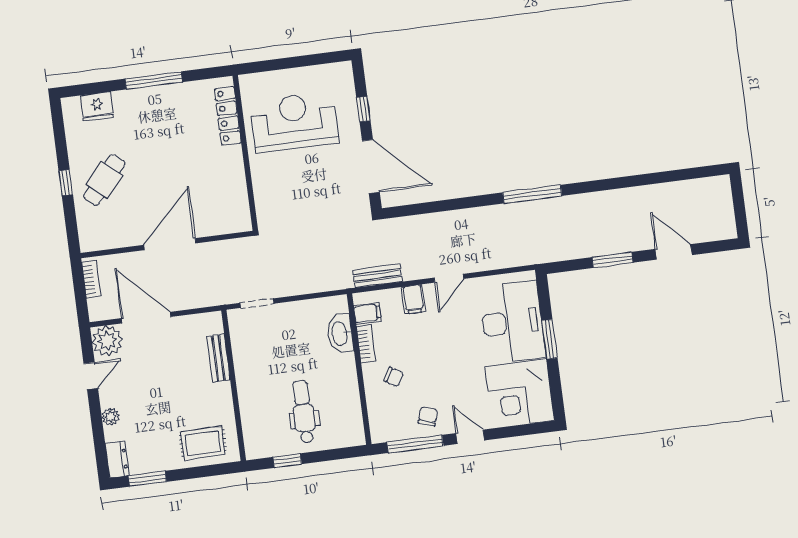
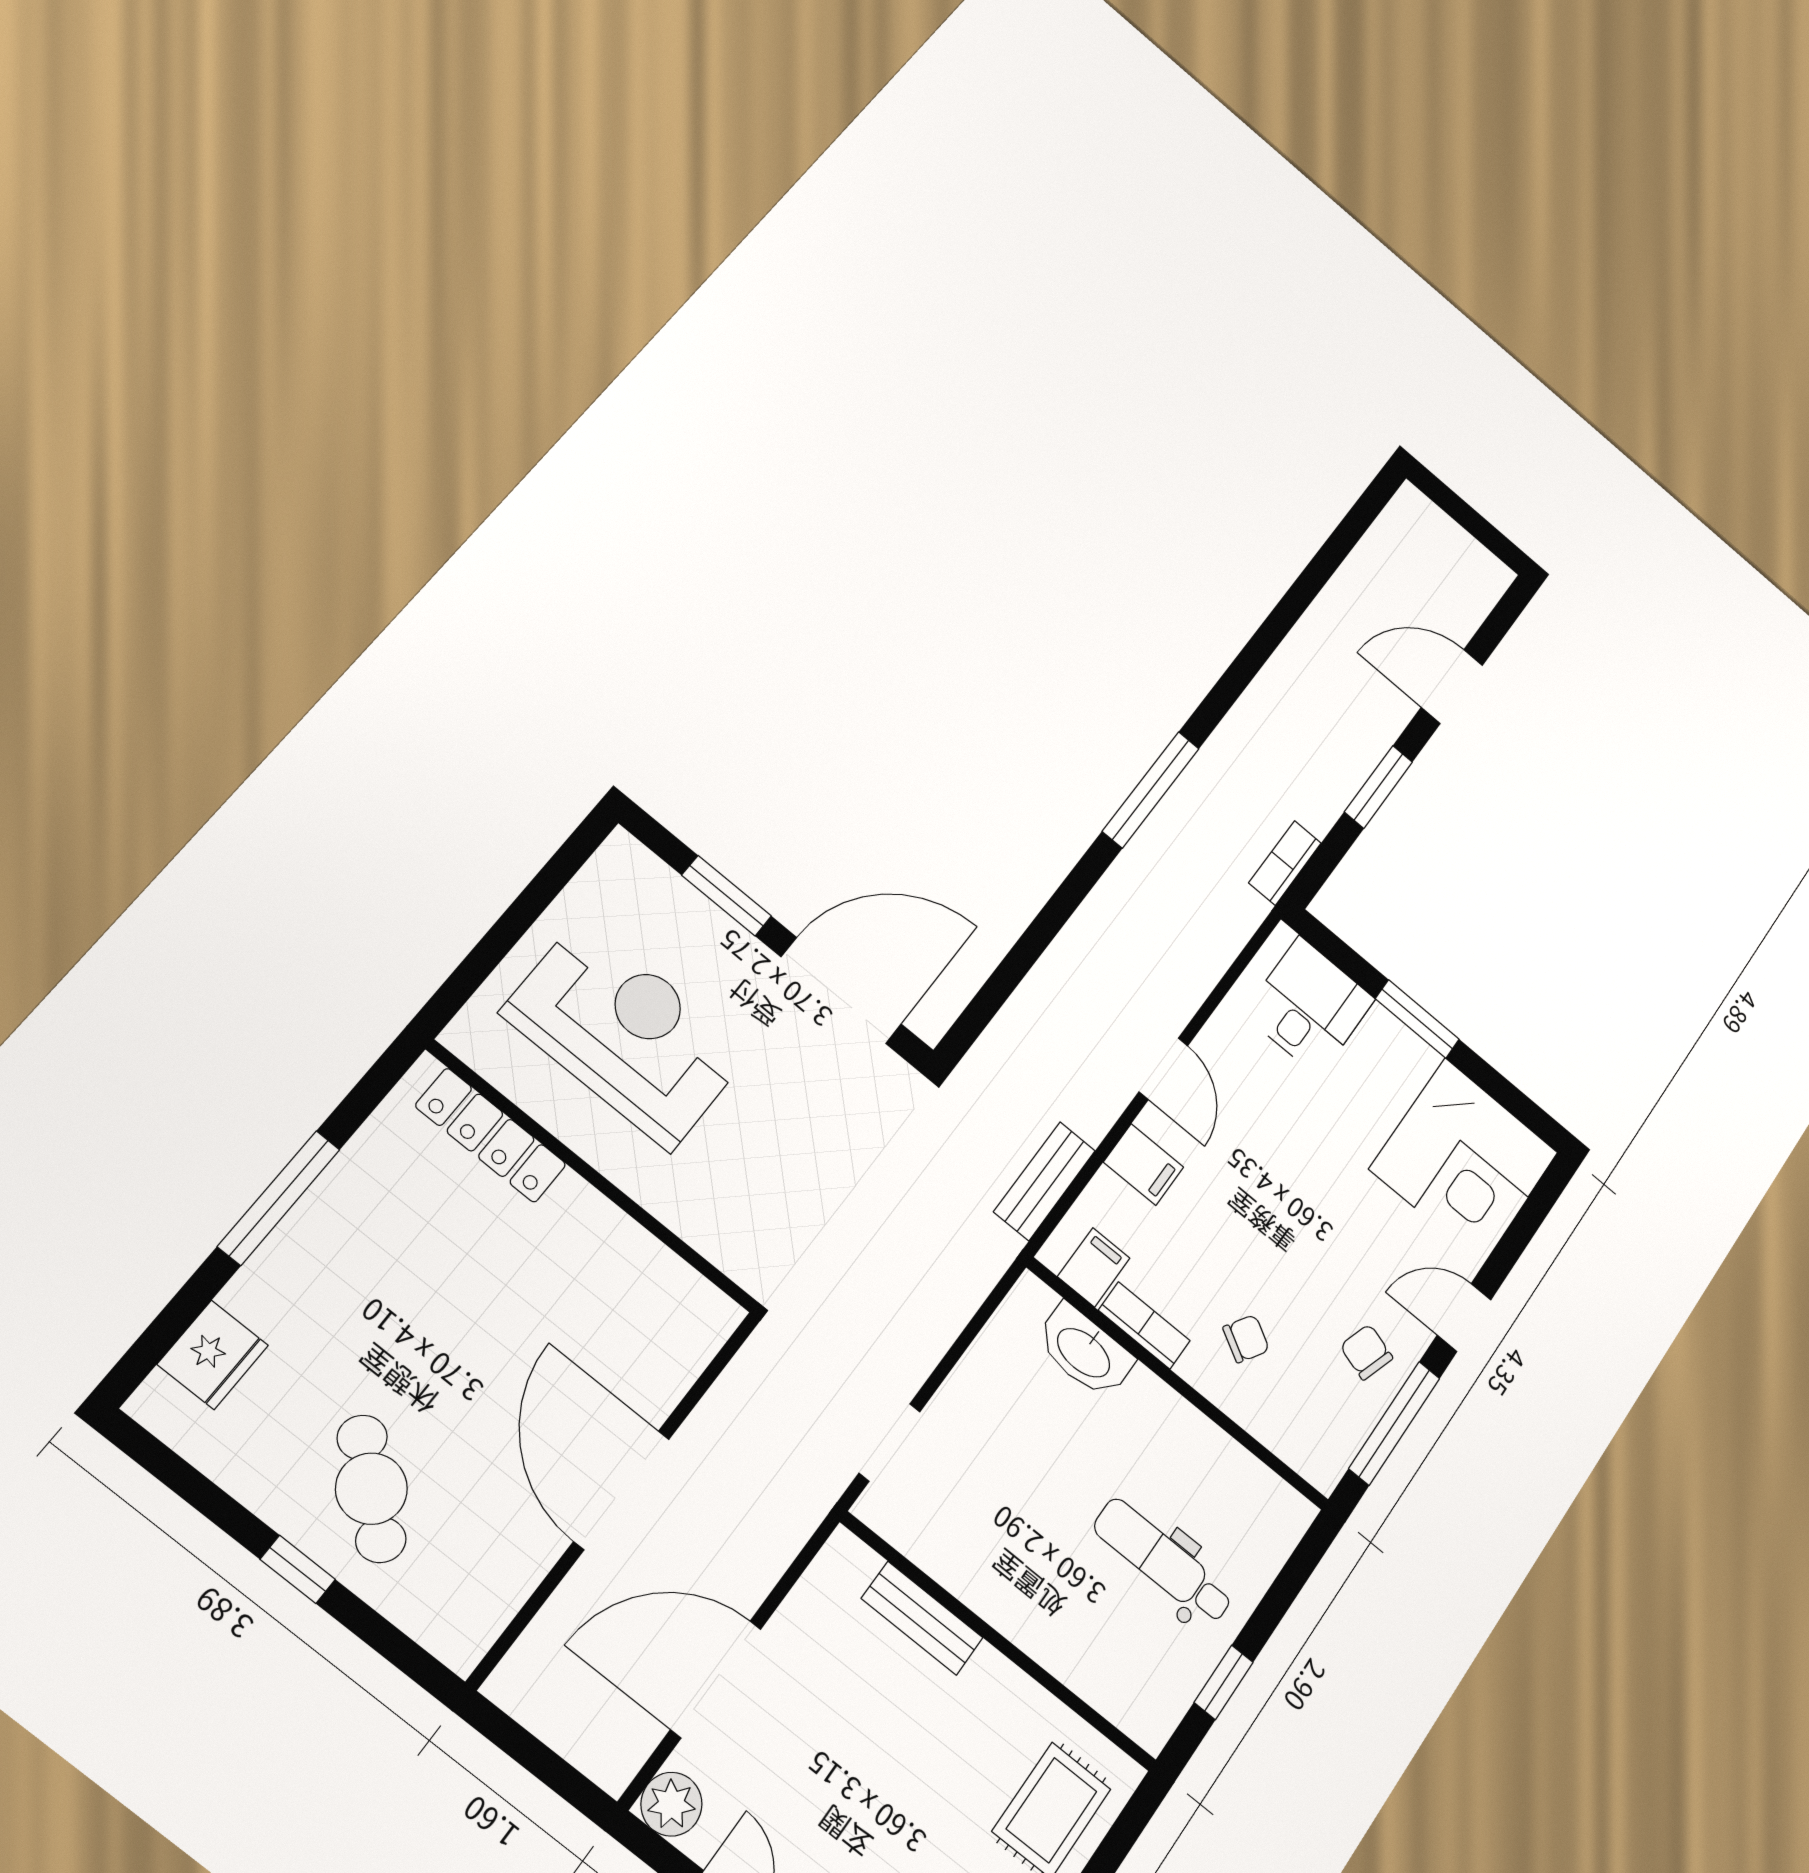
window: (363, 109) -> (727, 896), width x1.50
reception desk: (294, 122) -> (626, 1033), turned 90
bookcase: (91, 279) -> (1285, 863), moved, turned -90
desk: (512, 322) -> (1309, 1006), width x0.53, depth x0.77
plant: (107, 341) -> (671, 1804), width x0.73, depth x0.73

